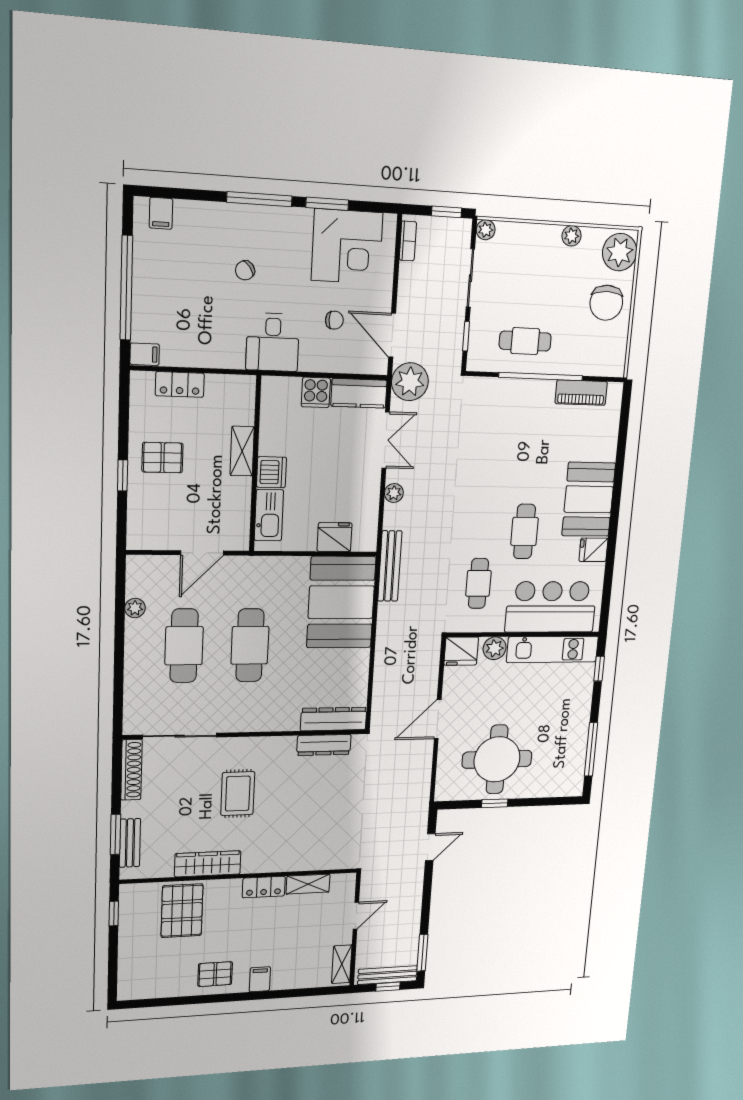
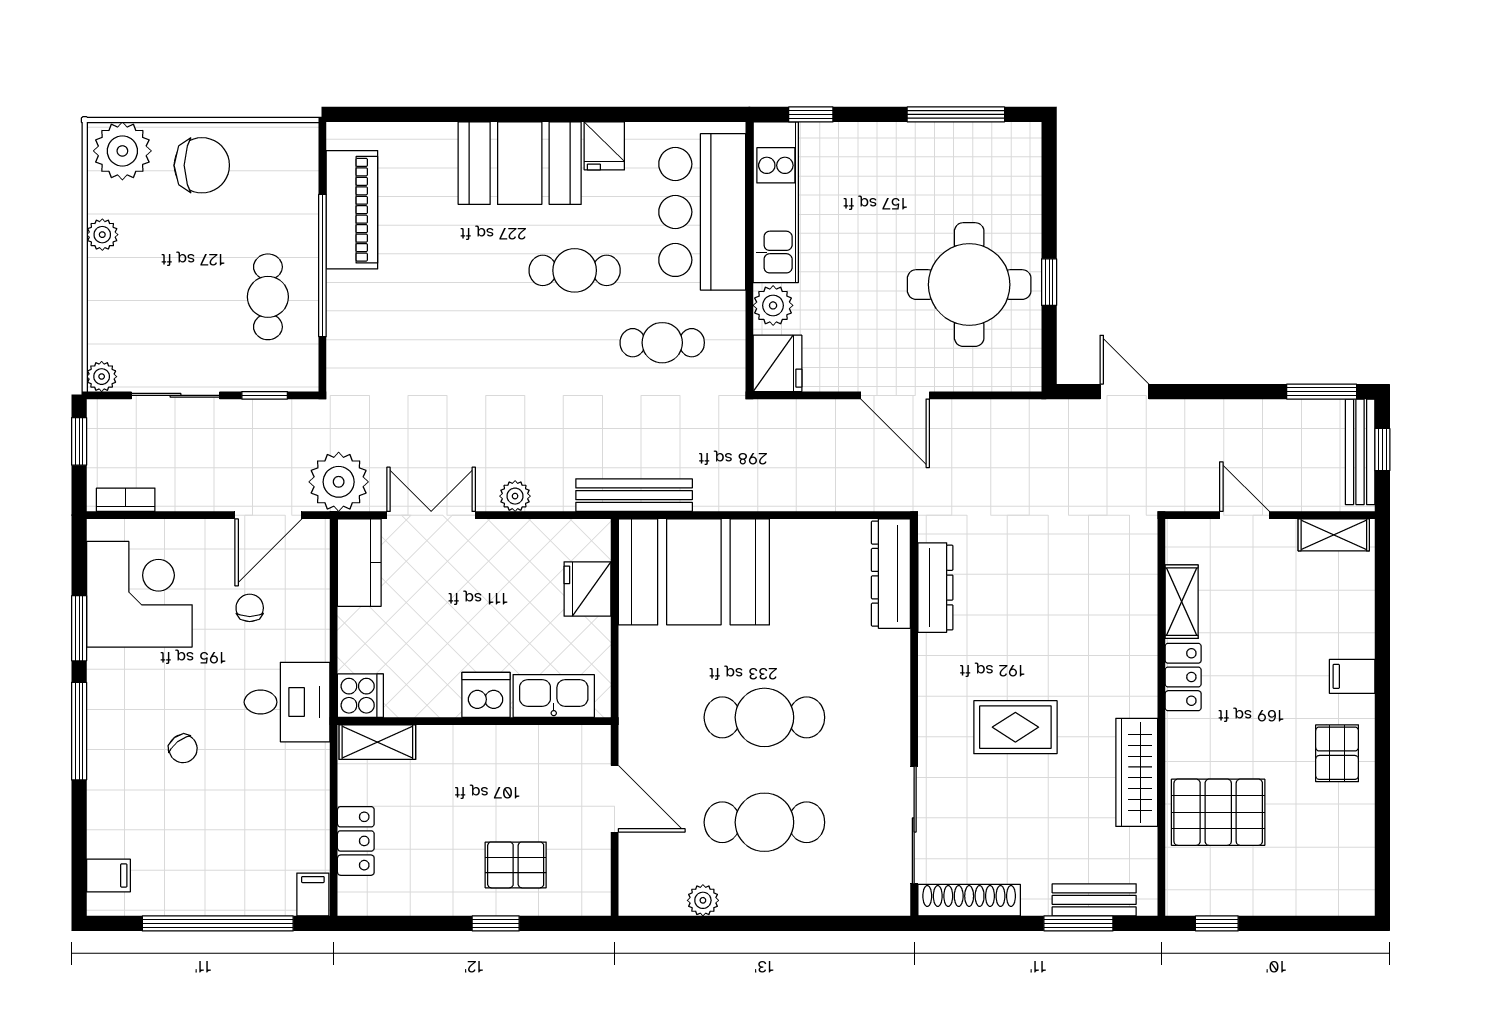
cooker: (316, 392) -> (360, 696), moved
piano: (581, 393) -> (352, 210), width x1.37, depth x1.33
shelving: (242, 451) -> (377, 742), moved
pallet: (162, 458) -> (516, 865), moved, turned 90

